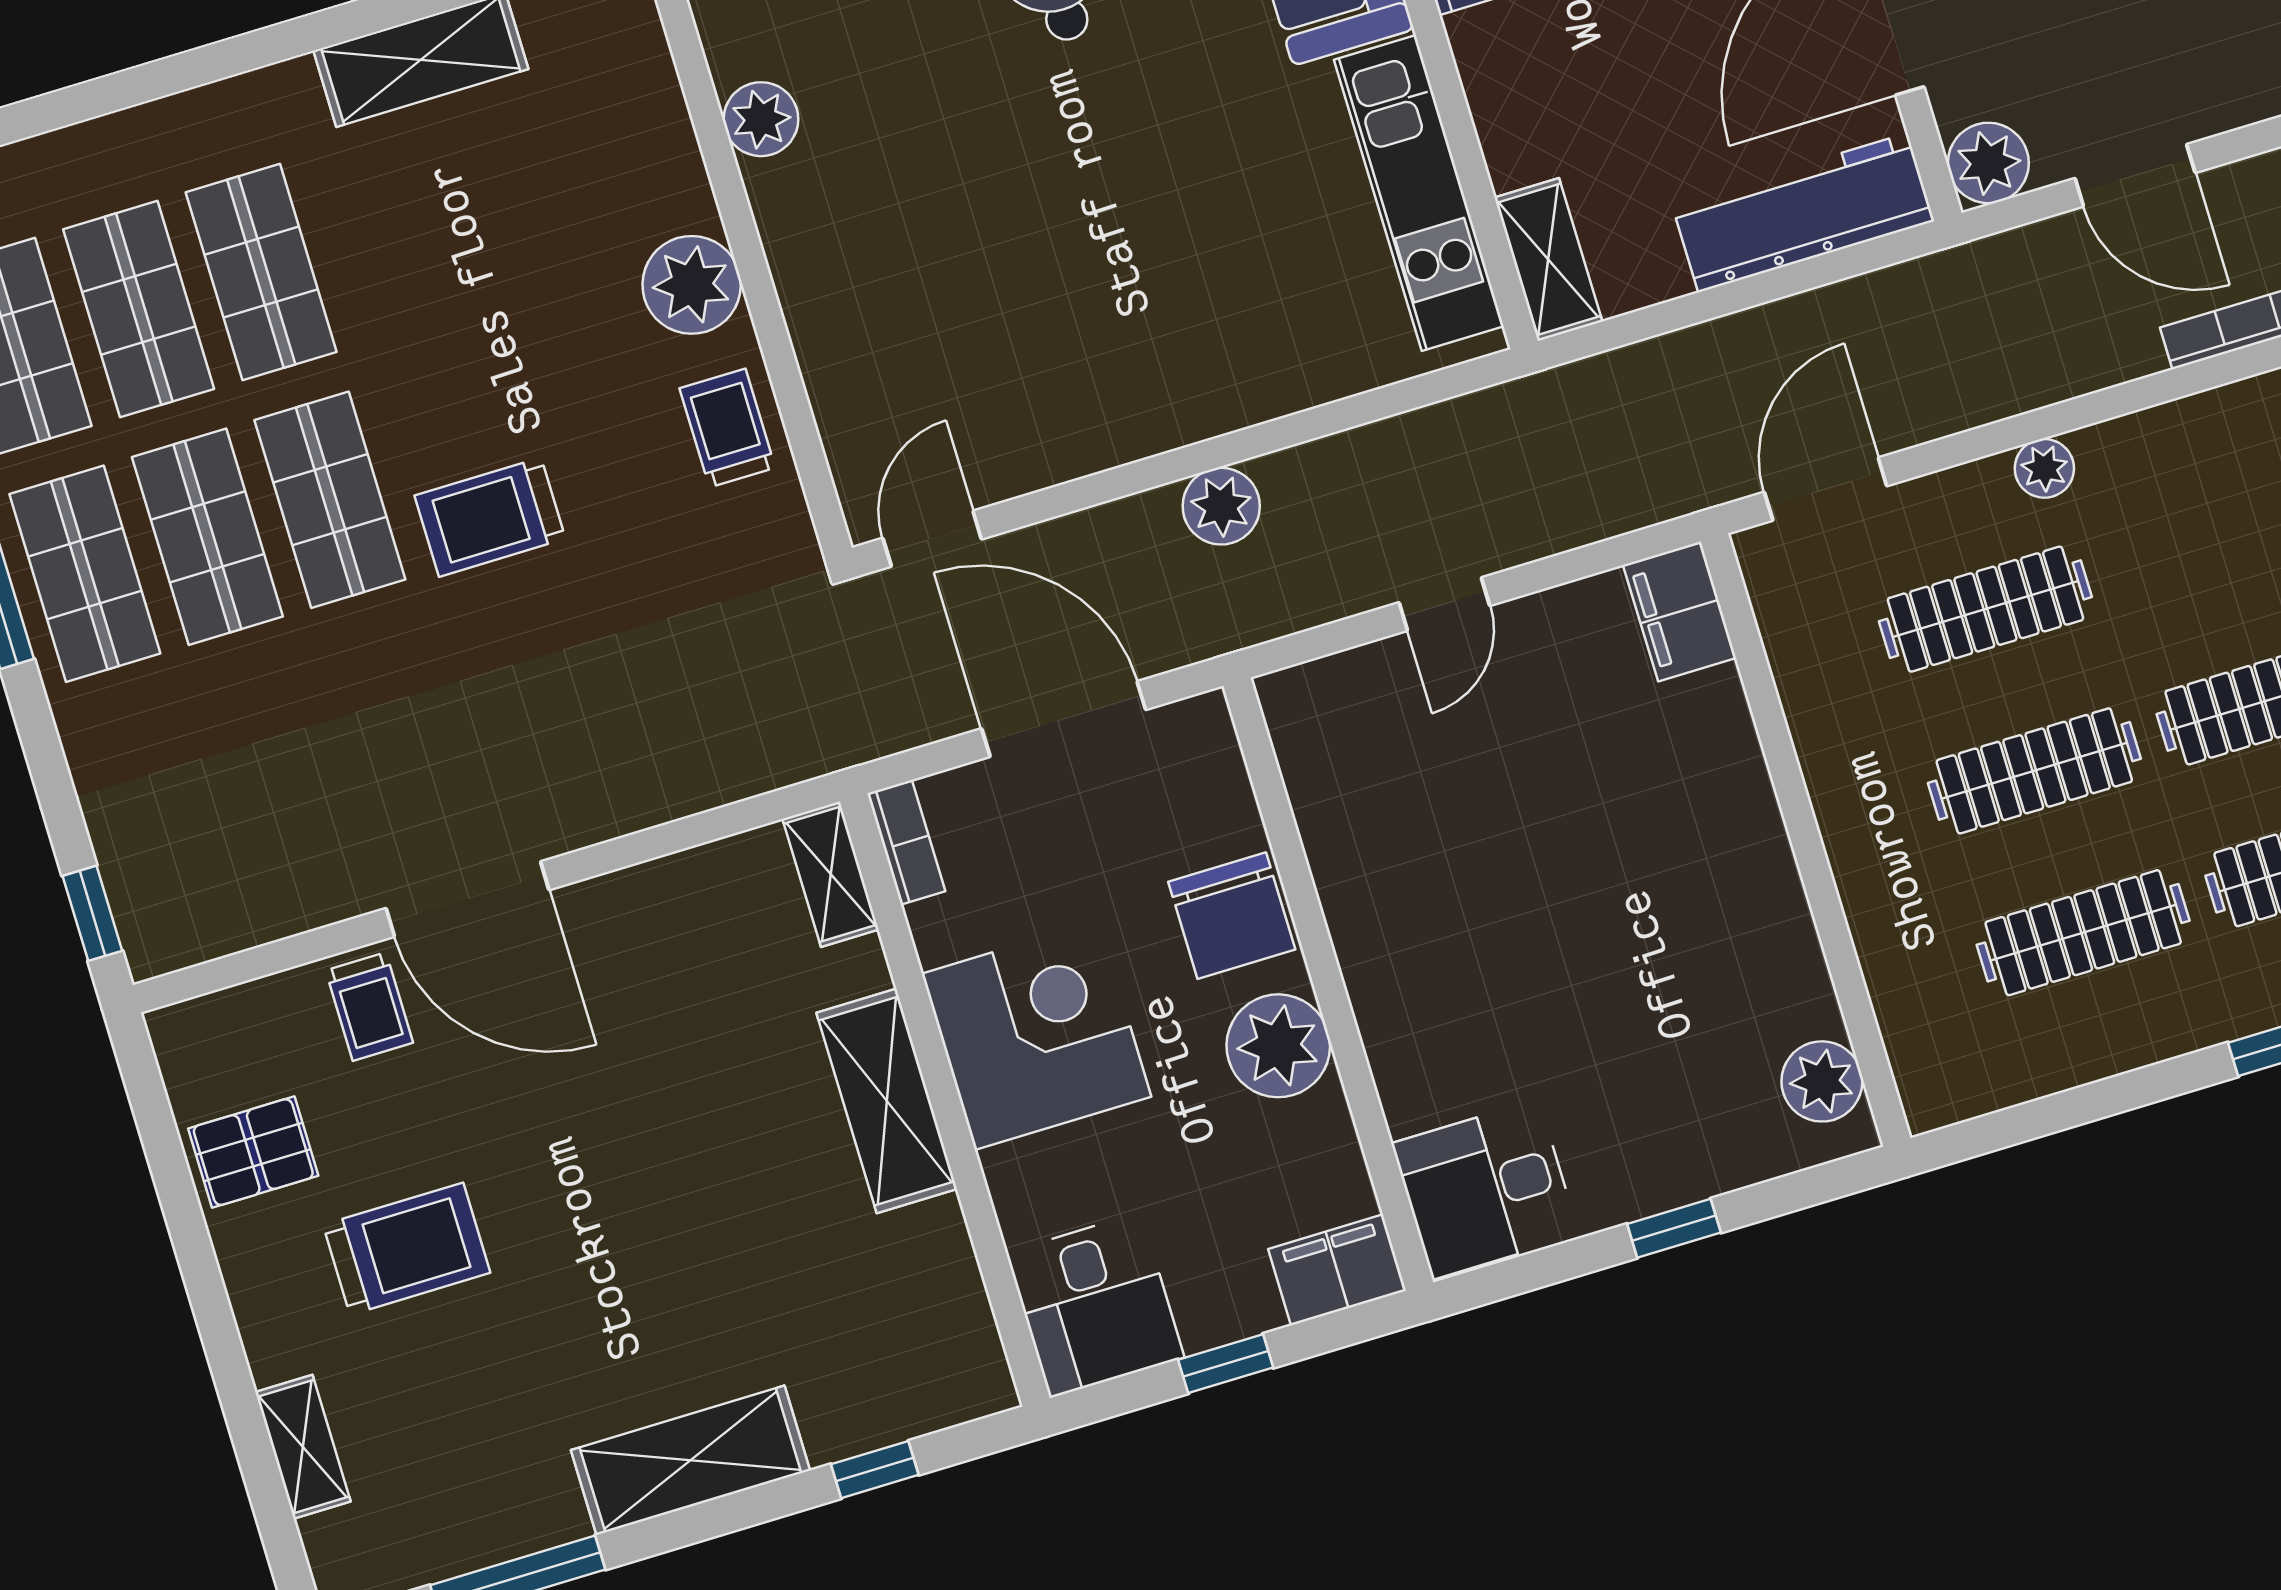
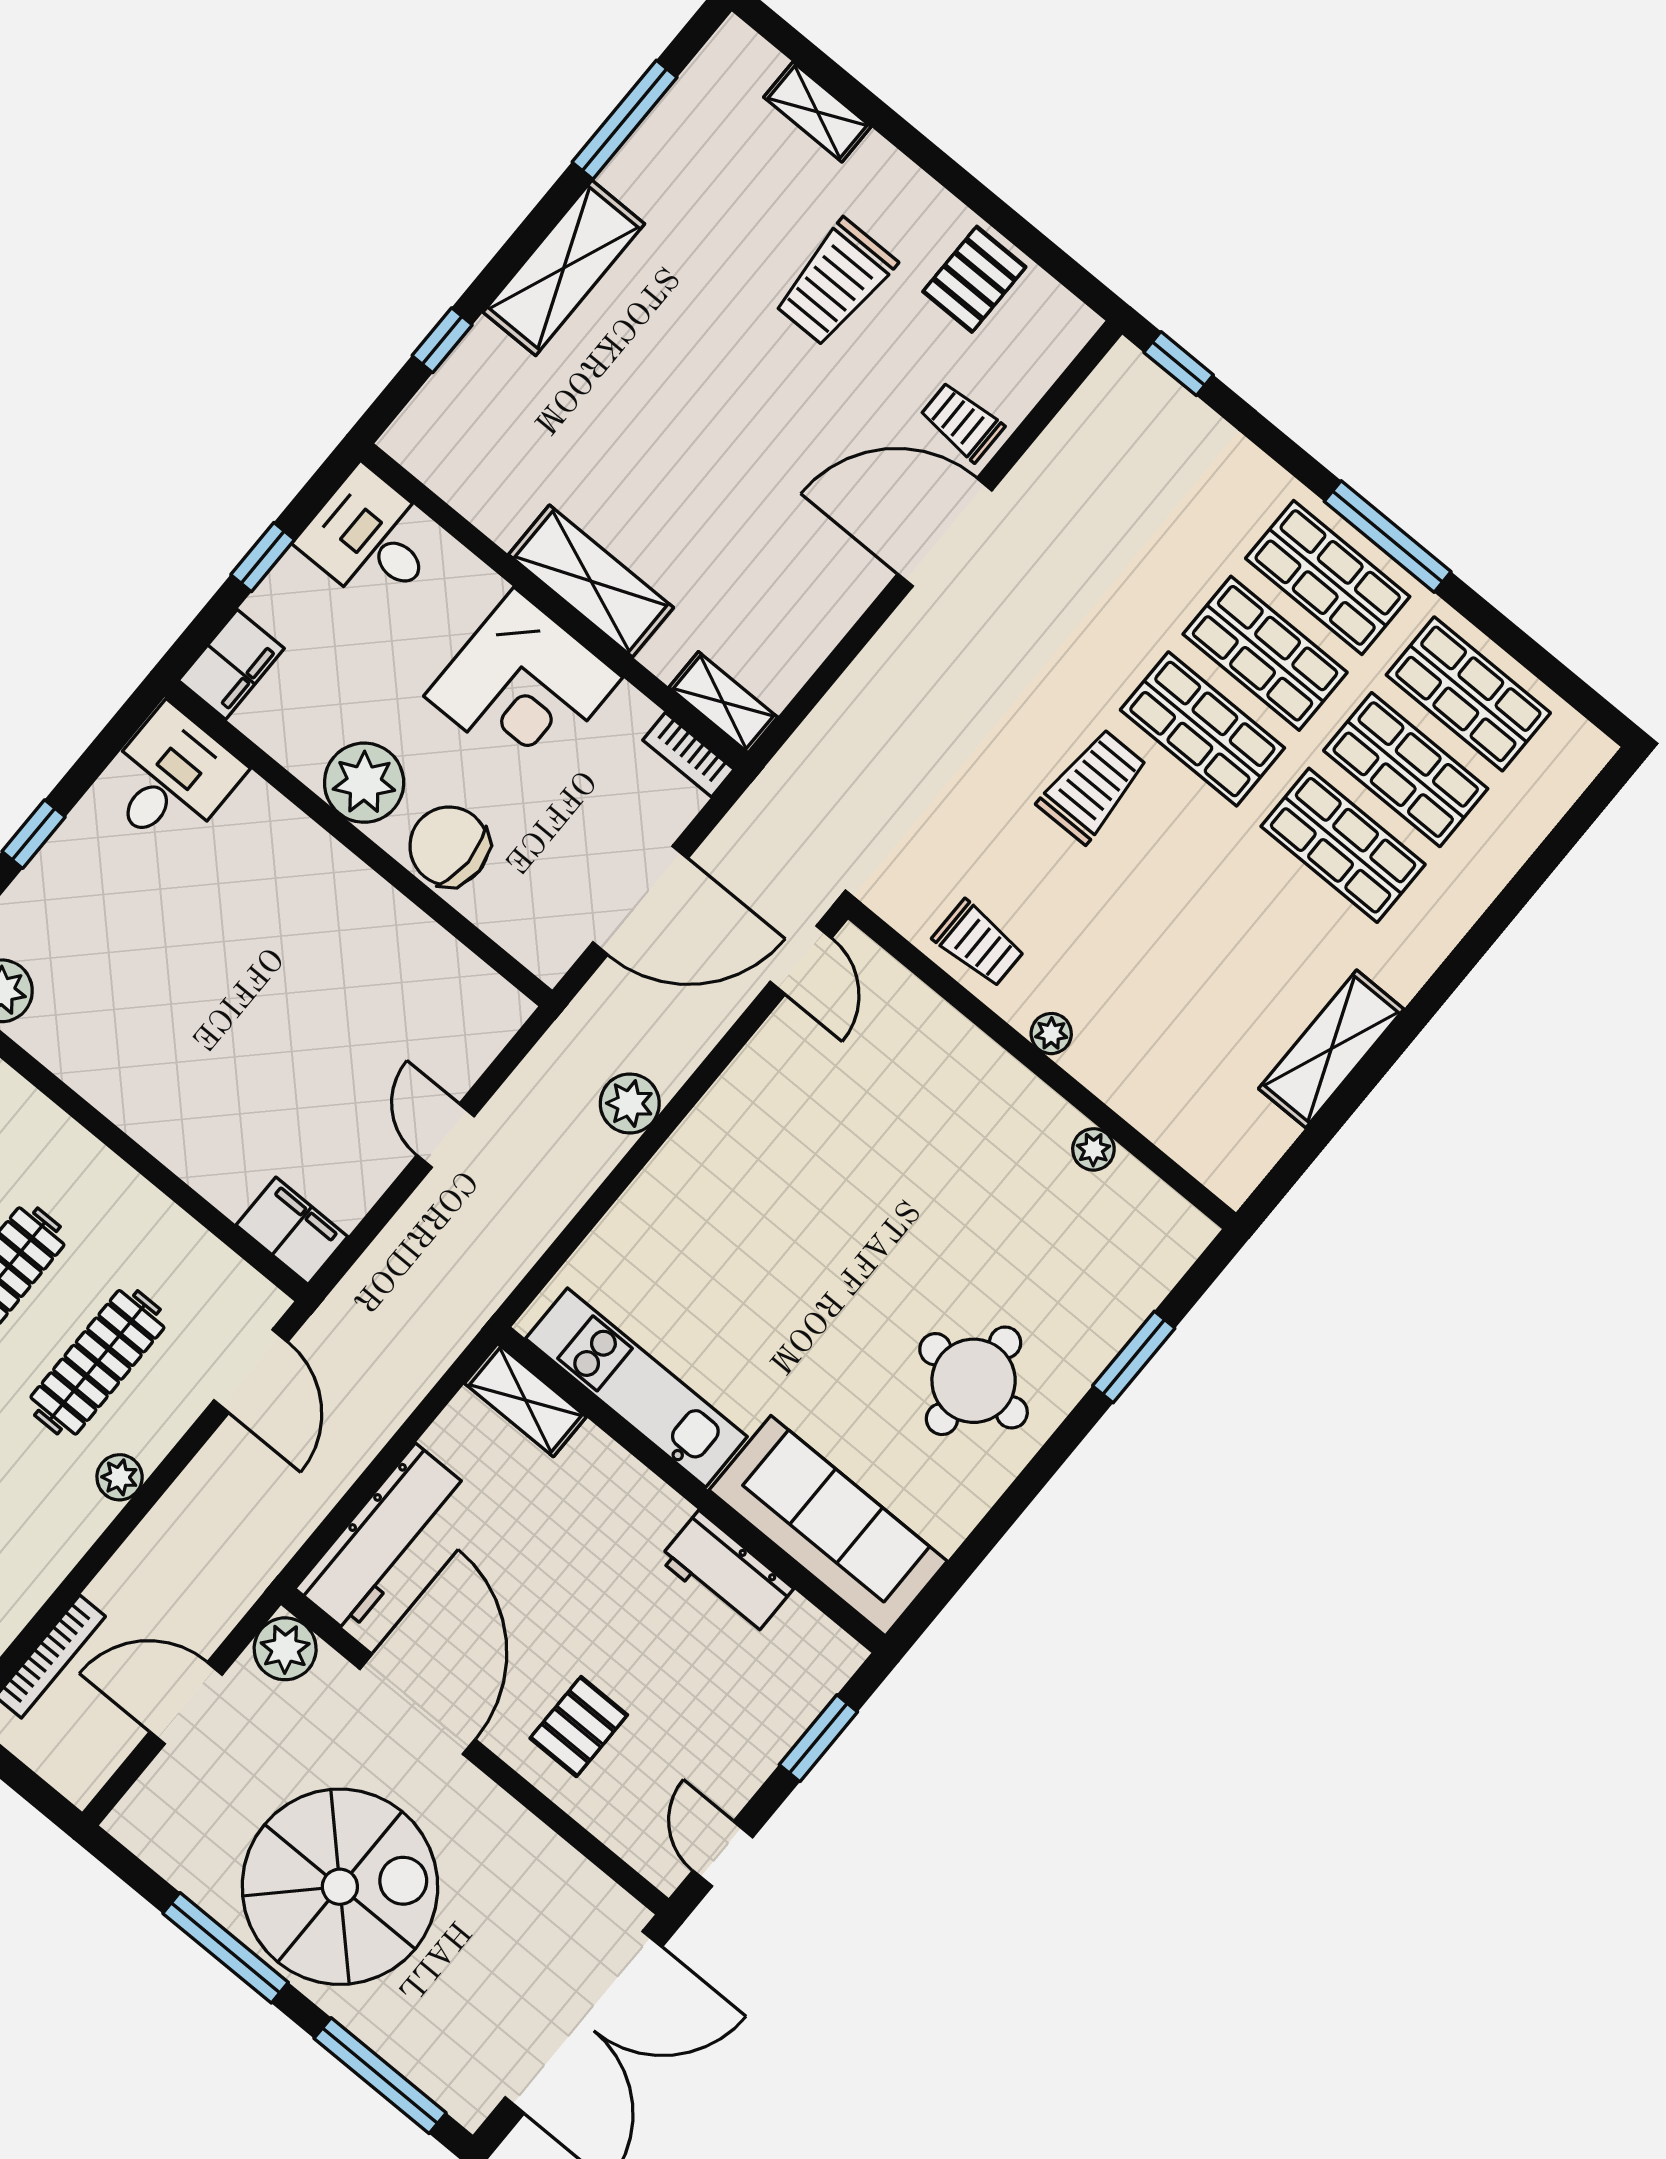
plant: (761, 119) -> (1093, 1149), width x0.73, depth x0.73
plant: (692, 285) -> (1051, 1034), width x0.53, depth x0.53

